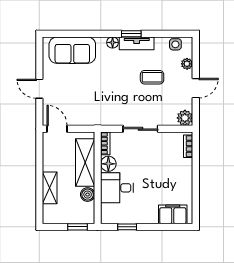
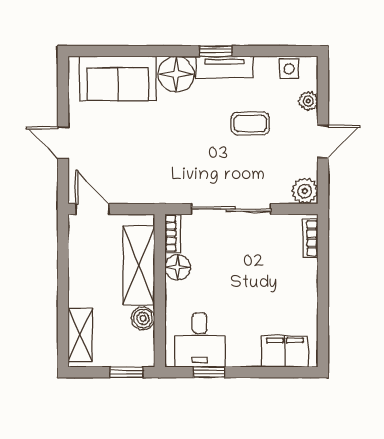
floor lamp: (113, 42) -> (176, 74), width x1.89, depth x1.89
sliding door: (140, 129) -> (231, 209), width x1.37
shelving: (50, 188) -> (80, 335), moved
desk: (117, 188) -> (200, 340), moved, turned -90

